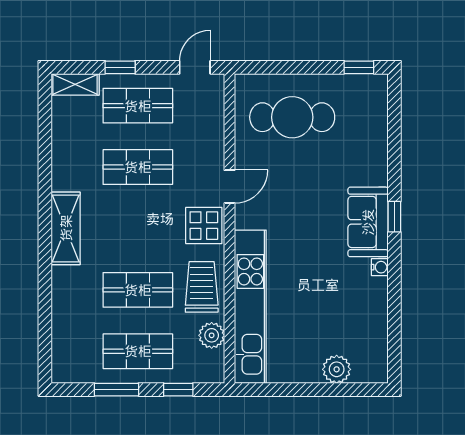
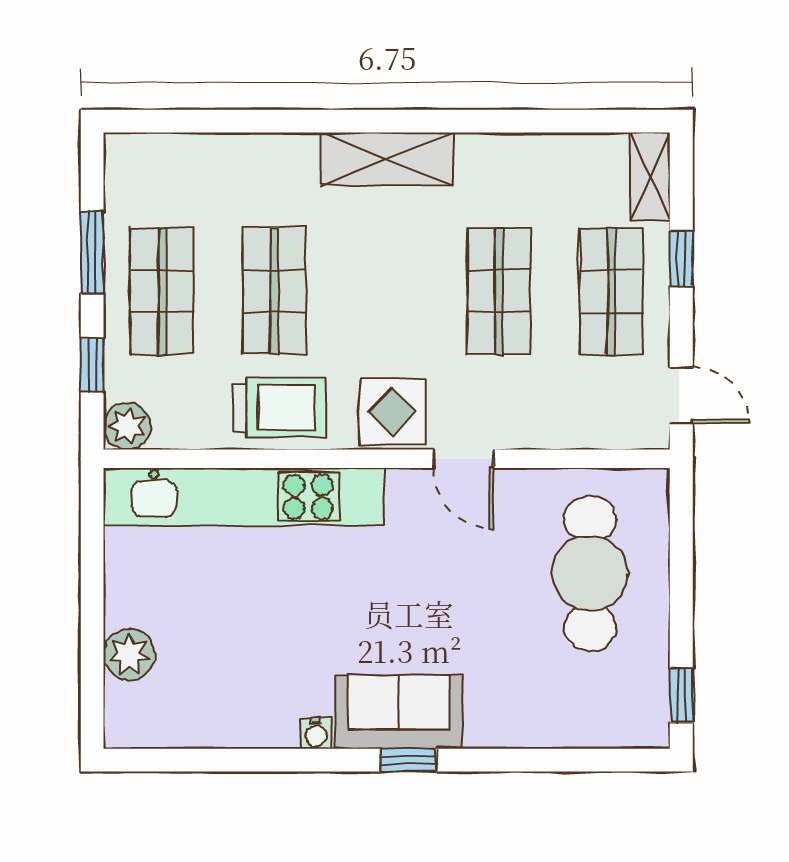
plant: (212, 335) -> (127, 426), moved

